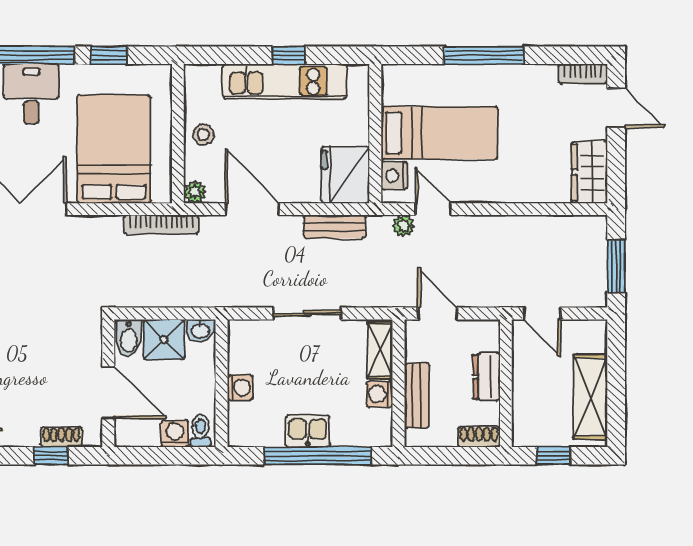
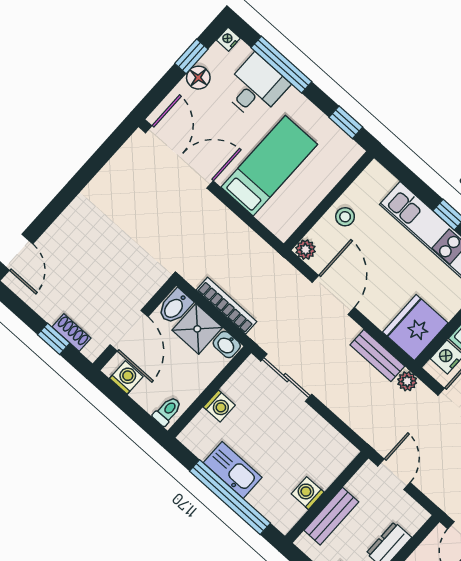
window: (109, 55) -> (346, 122), moved
bed: (114, 149) -> (269, 166), width x0.67
bookcase: (161, 224) -> (227, 306), moved, turned 180
plant: (404, 226) -> (407, 381), moved
sliding door: (307, 314) -> (286, 378), moved
shelving: (380, 350) -> (334, 464), removed
kitchen sink: (308, 431) -> (233, 470), width x1.38
washing machine: (175, 434) -> (126, 377), moved

